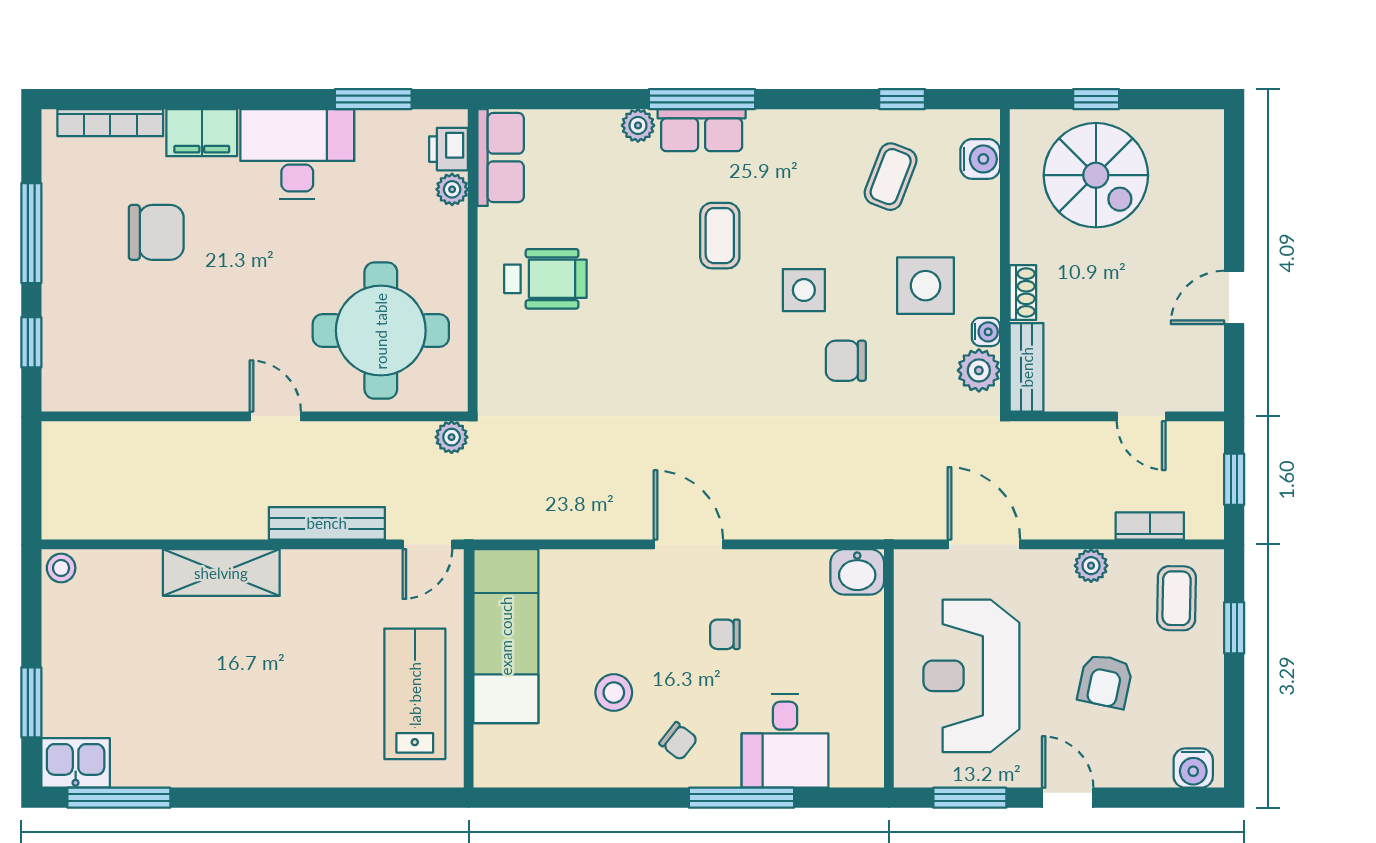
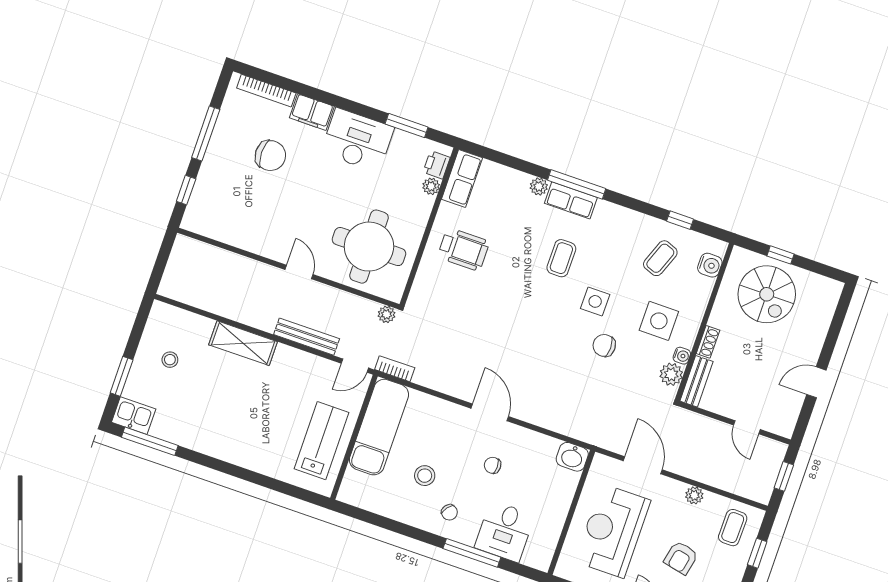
bookcase: (1150, 526) -> (395, 369), moved
stool: (61, 568) -> (170, 360), moved

